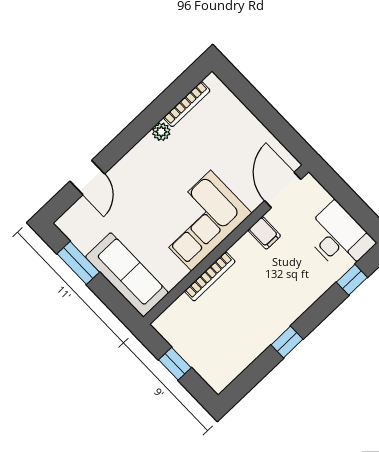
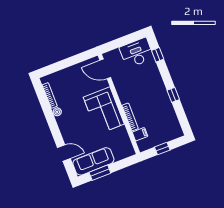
filing cabinet: (264, 233) -> (140, 134), moved
sofa: (127, 275) -> (93, 161), moved

